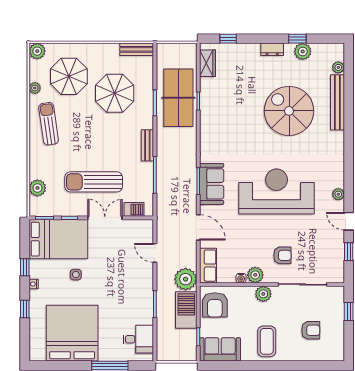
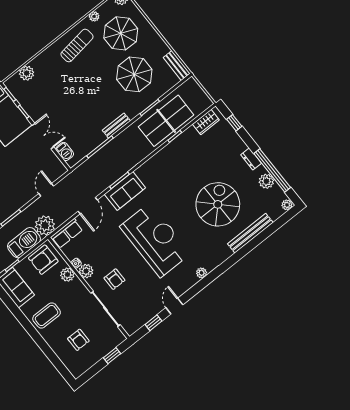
window: (297, 39) -> (272, 171), width x3.17
plant: (338, 67) -> (287, 205), moved
sun lounger: (94, 182) -> (62, 108), removed
plant: (338, 194) -> (202, 273), moved
plant: (263, 294) -> (67, 275), moved

